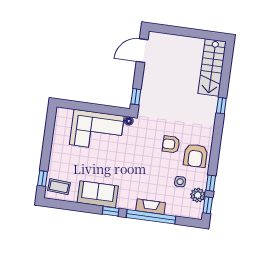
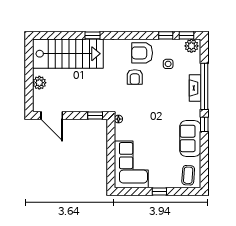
plant: (179, 42) -> (39, 83), added
stairs: (212, 67) -> (68, 54), width x1.36, depth x1.51
corner sofa: (97, 130) -> (131, 164), moved
armchair: (196, 156) -> (142, 53), turned 180
window: (43, 179) -> (159, 191), moved
plant: (198, 195) -> (191, 46), moved

